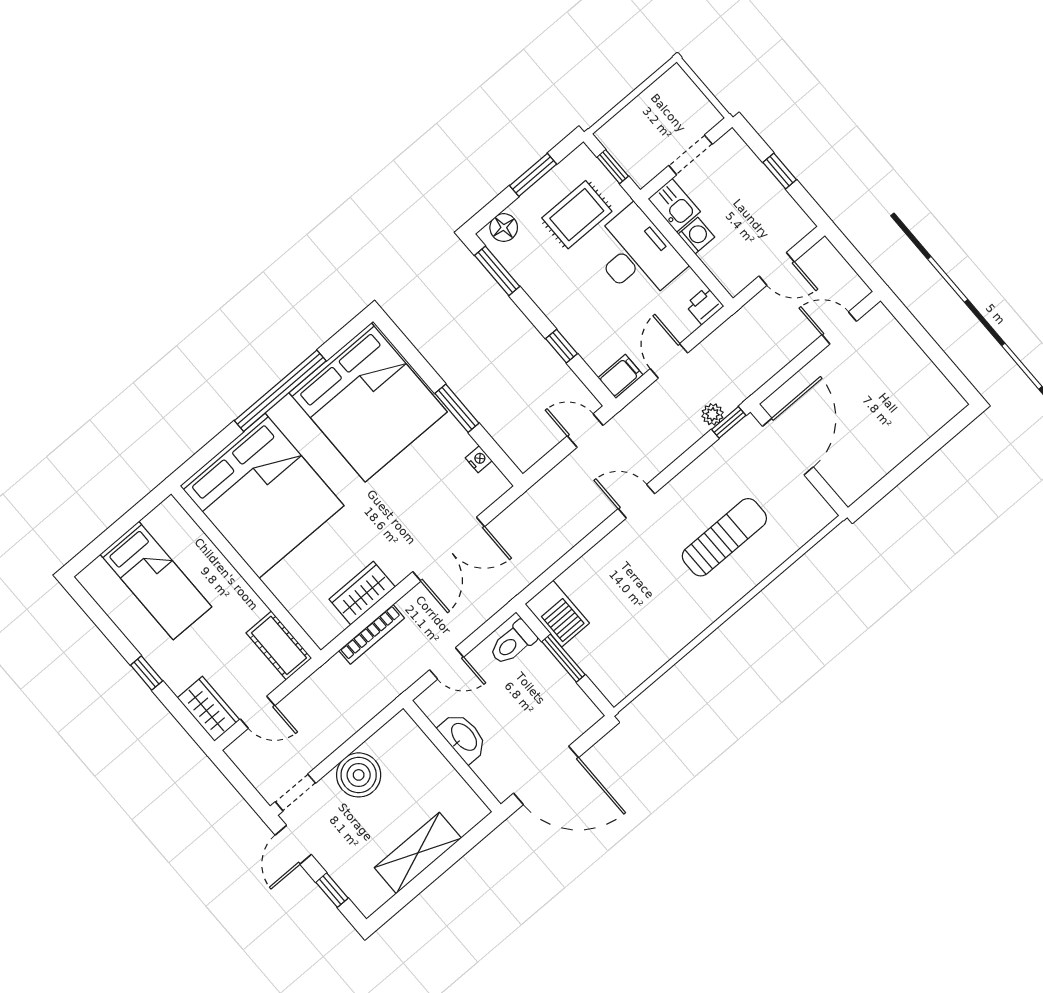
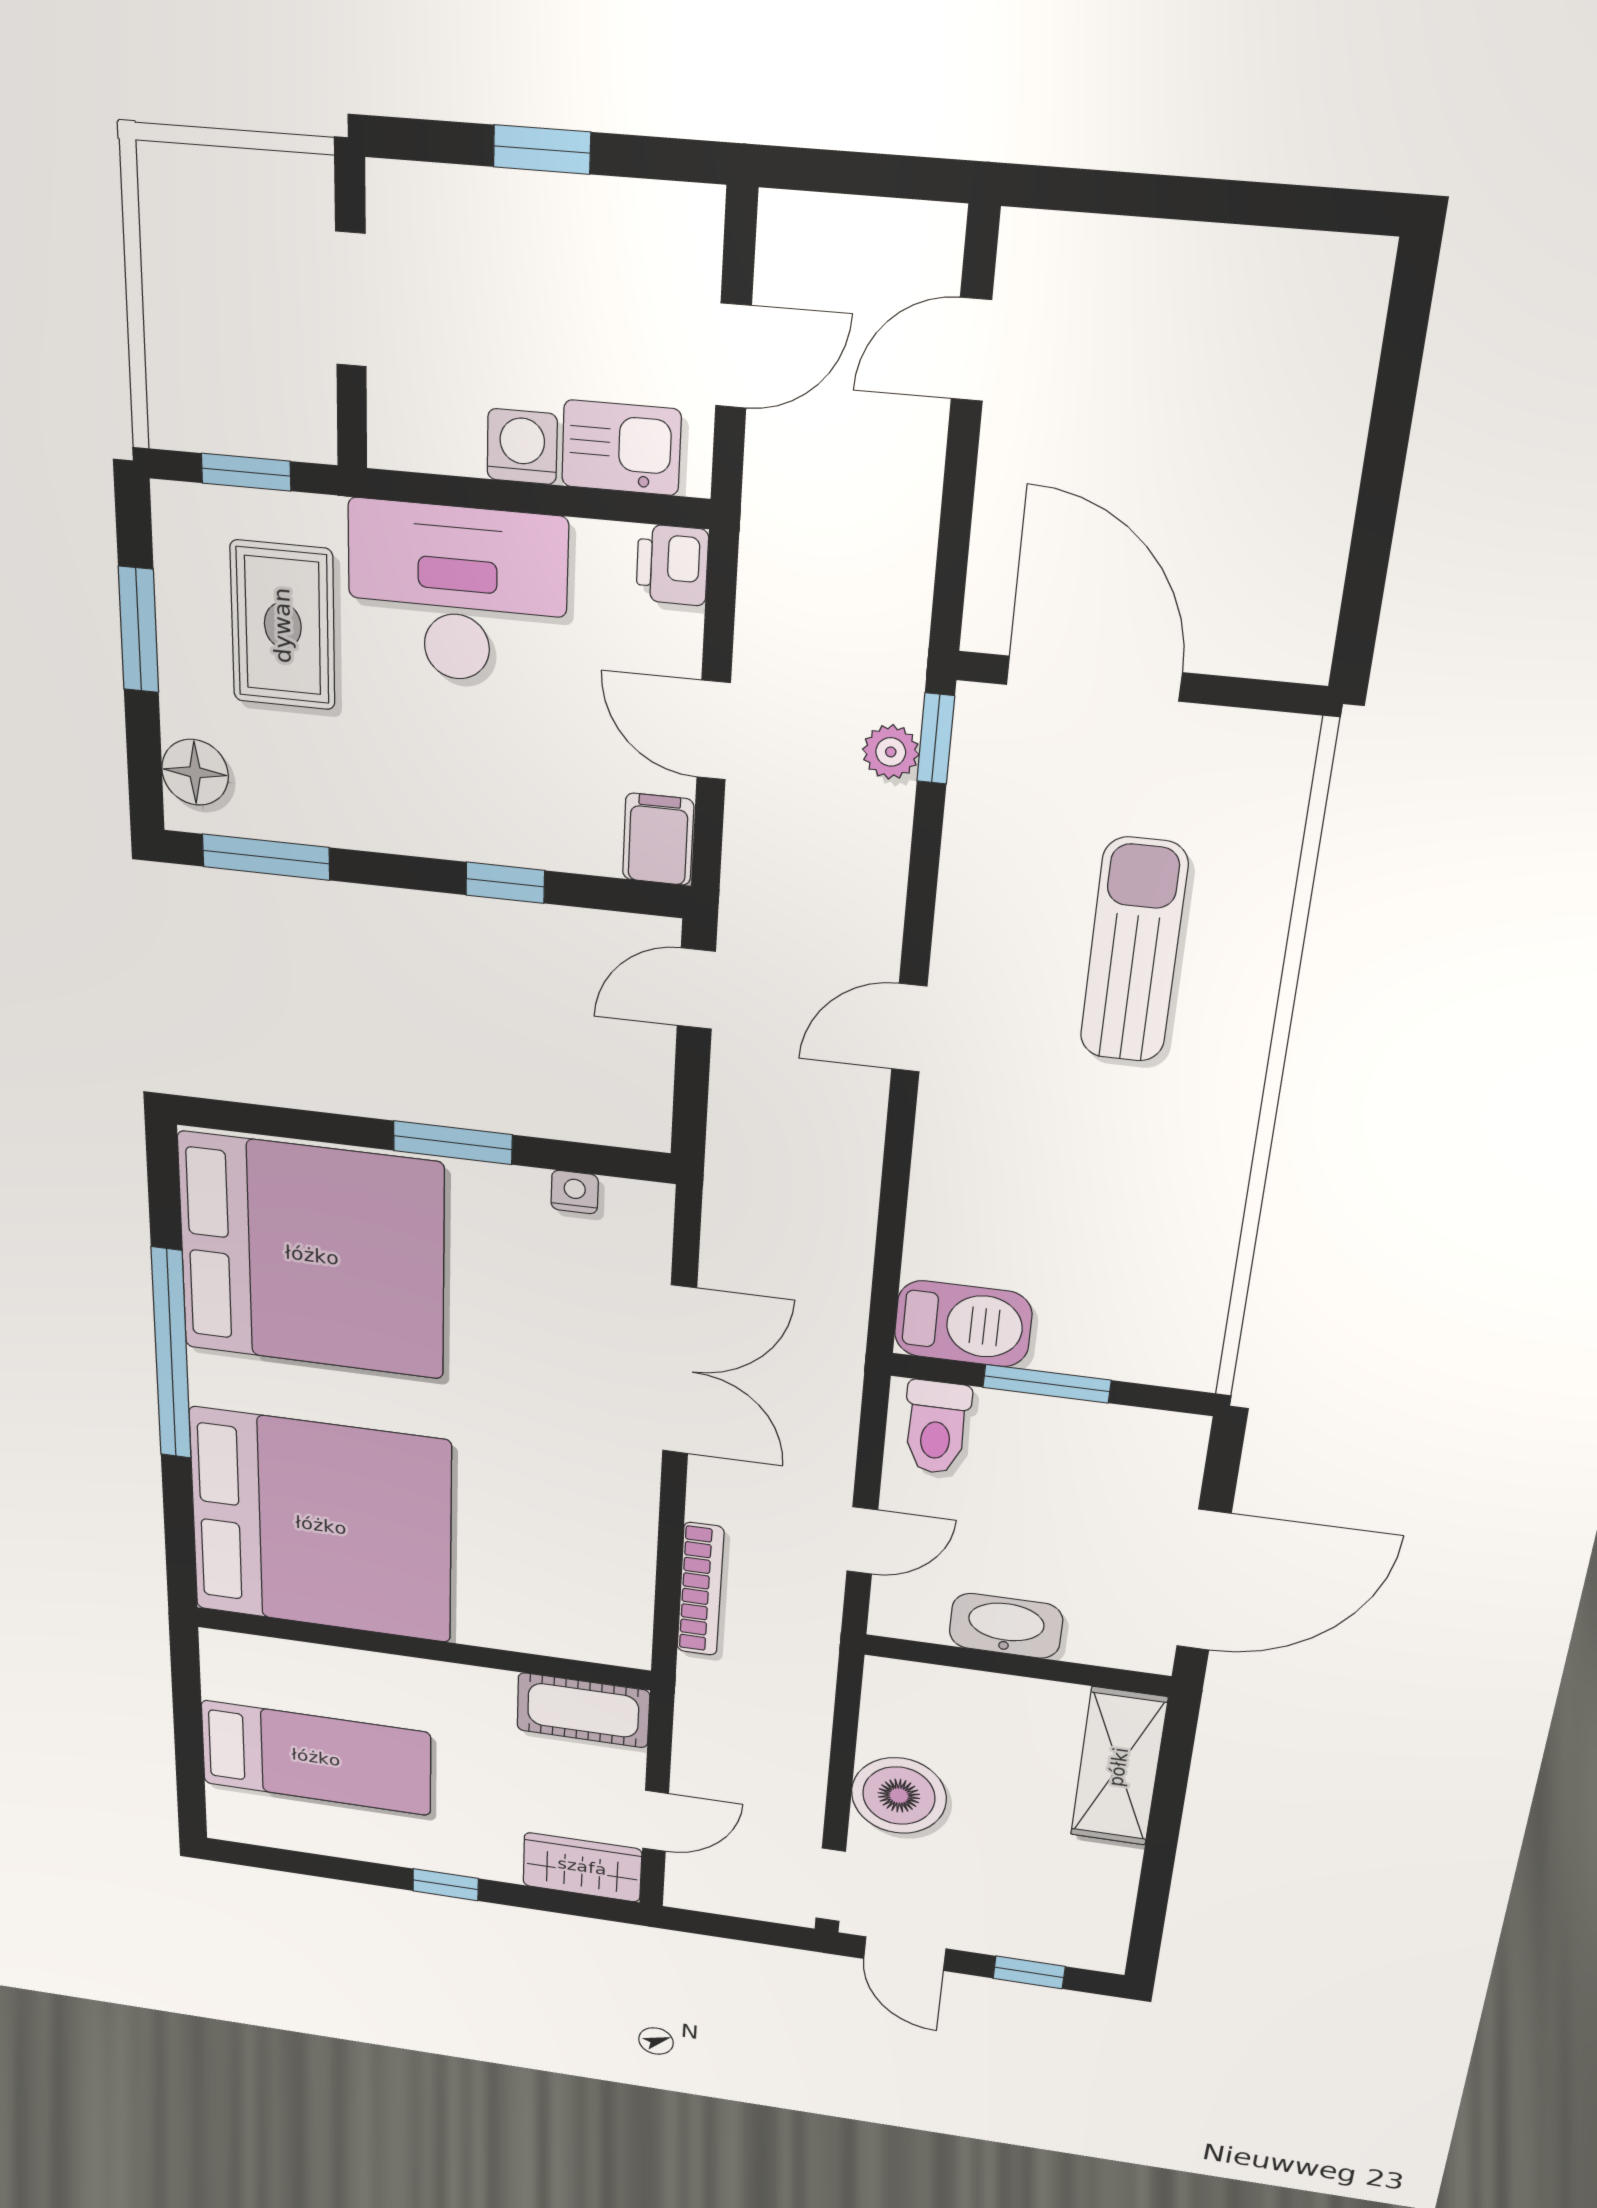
kitchen sink: (674, 205) -> (621, 448), moved
wardrobe: (362, 593) -> (620, 1543), removed
shelving: (418, 853) -> (1119, 1767), moved

